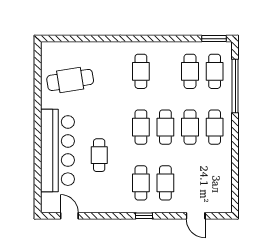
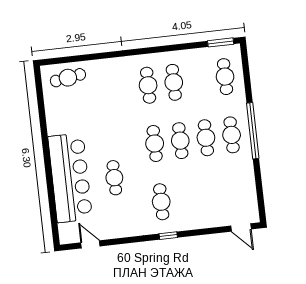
cafe table: (190, 71) -> (174, 82), moved
cafe table: (70, 80) -> (68, 78), moved, width x0.73, depth x0.74
window: (235, 86) -> (253, 131), moved
cafe table: (165, 183) -> (187, 199), removed
door: (196, 216) -> (241, 227), moved

